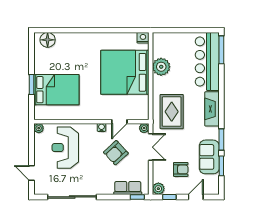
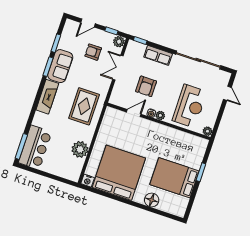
floor lamp: (48, 40) -> (152, 200), moved
bar counter: (207, 62) -> (35, 147), width x0.73
bed: (125, 72) -> (119, 173), moved, turned -90
bed: (56, 90) -> (174, 178), moved
plant: (144, 128) -> (160, 115), moved
double door: (151, 147) -> (118, 68), moved
armchair: (116, 153) -> (146, 86), turned 133
sofa: (209, 157) -> (60, 66), moved
row of seats: (128, 188) -> (158, 55), moved

